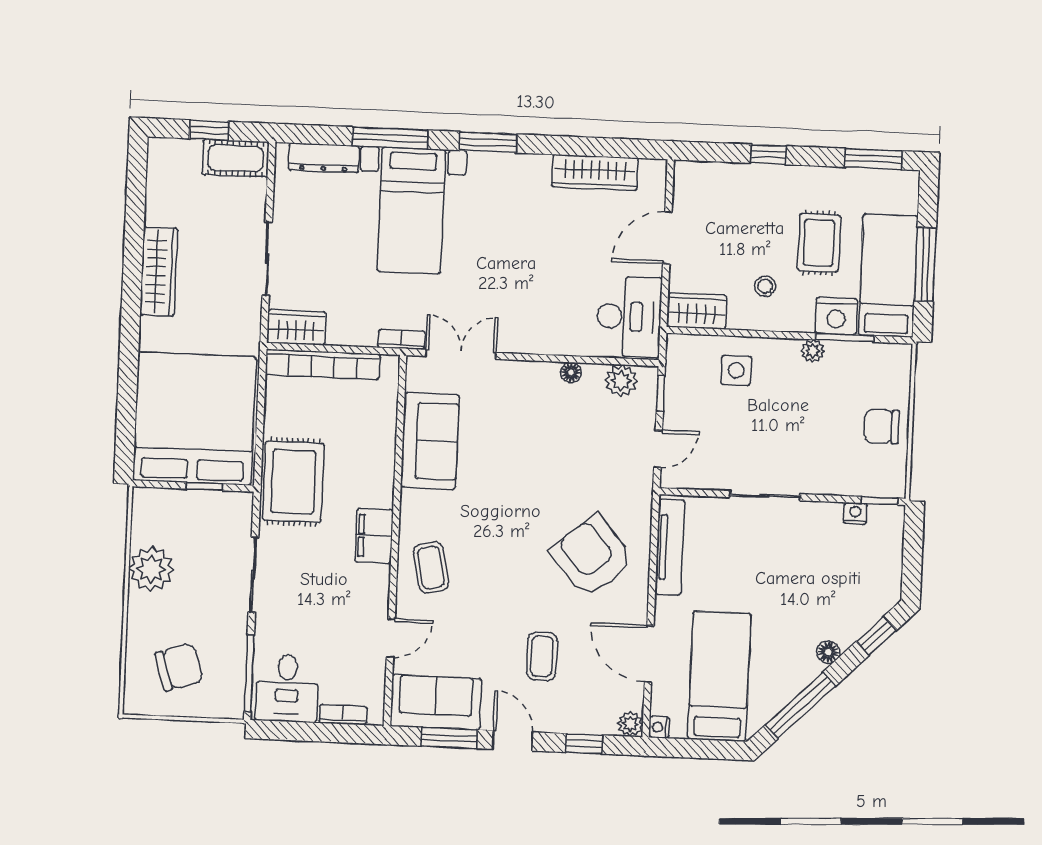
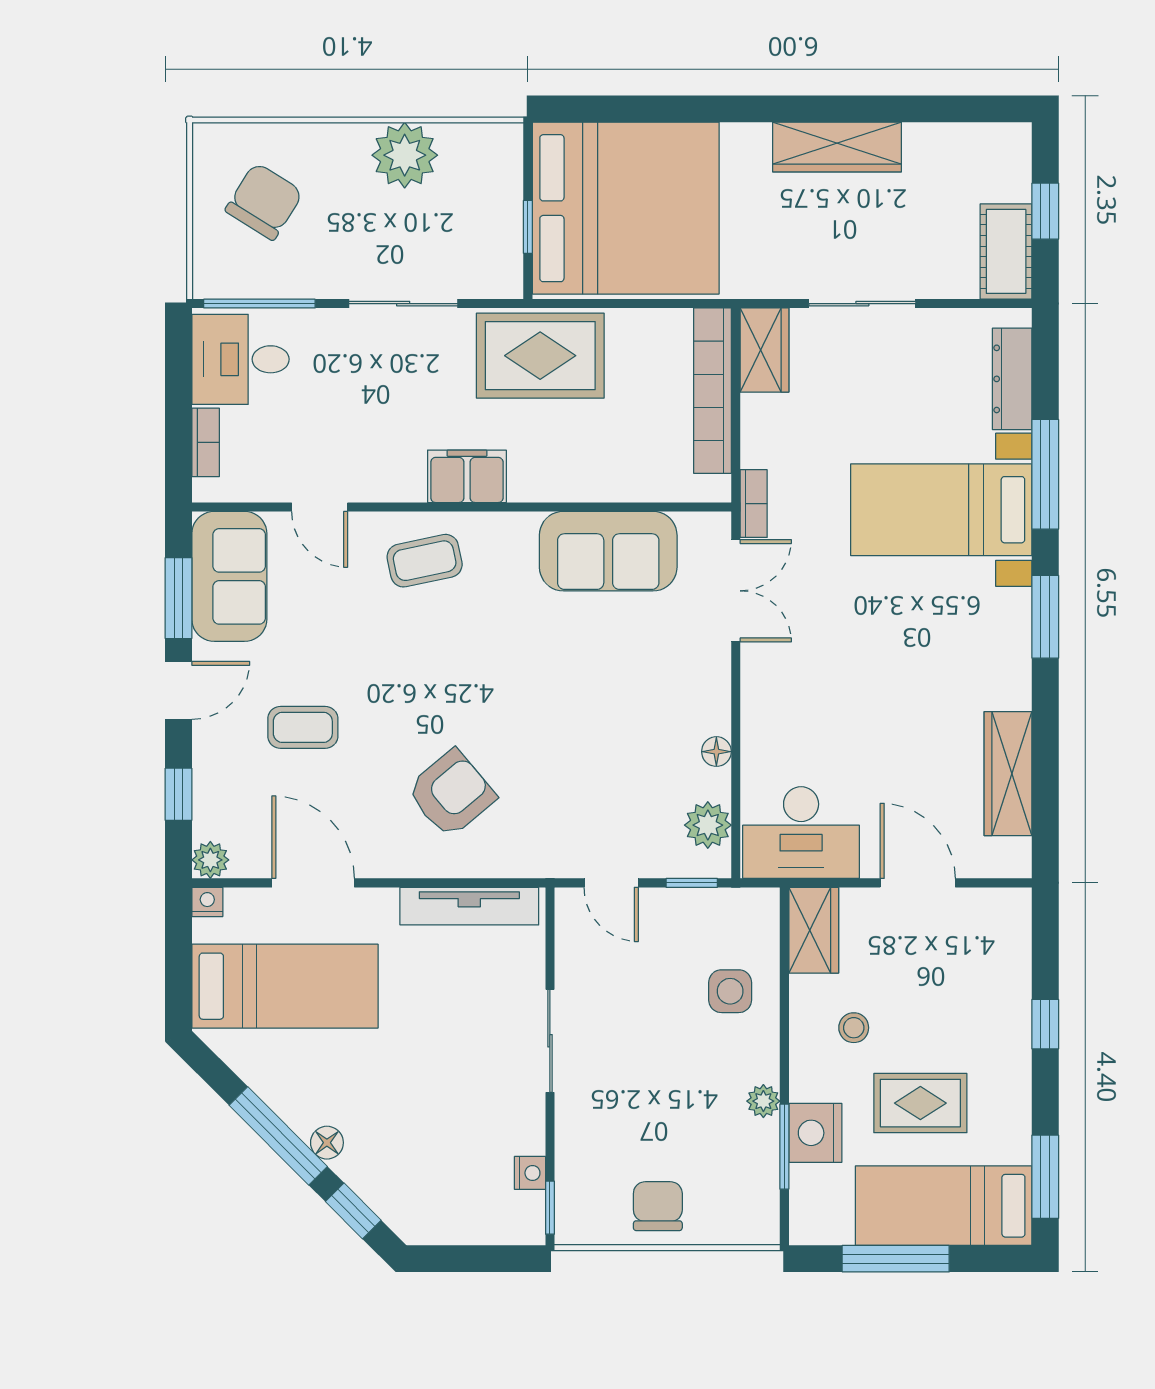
bed: (888, 276) -> (944, 1206), moved, turned 180
armchair: (592, 556) -> (451, 793), width x0.73, depth x0.73
door: (649, 654) -> (313, 883), hinge flipped
chair: (179, 667) -> (264, 201), turned -130
window: (800, 705) -> (278, 1136), moved

